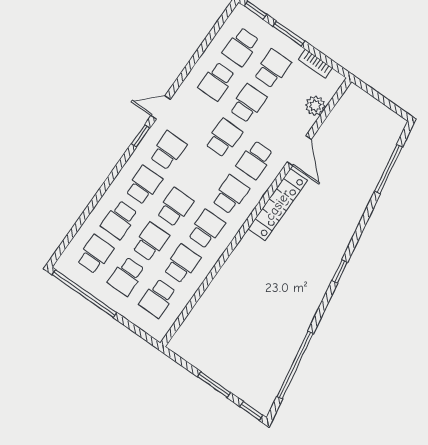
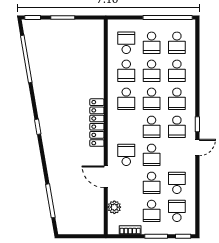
school desk: (231, 195) -> (152, 127), moved
locker: (278, 205) -> (97, 123), moved
school desk: (119, 220) -> (177, 71), turned 180
school desk: (126, 276) -> (152, 43), turned 180

